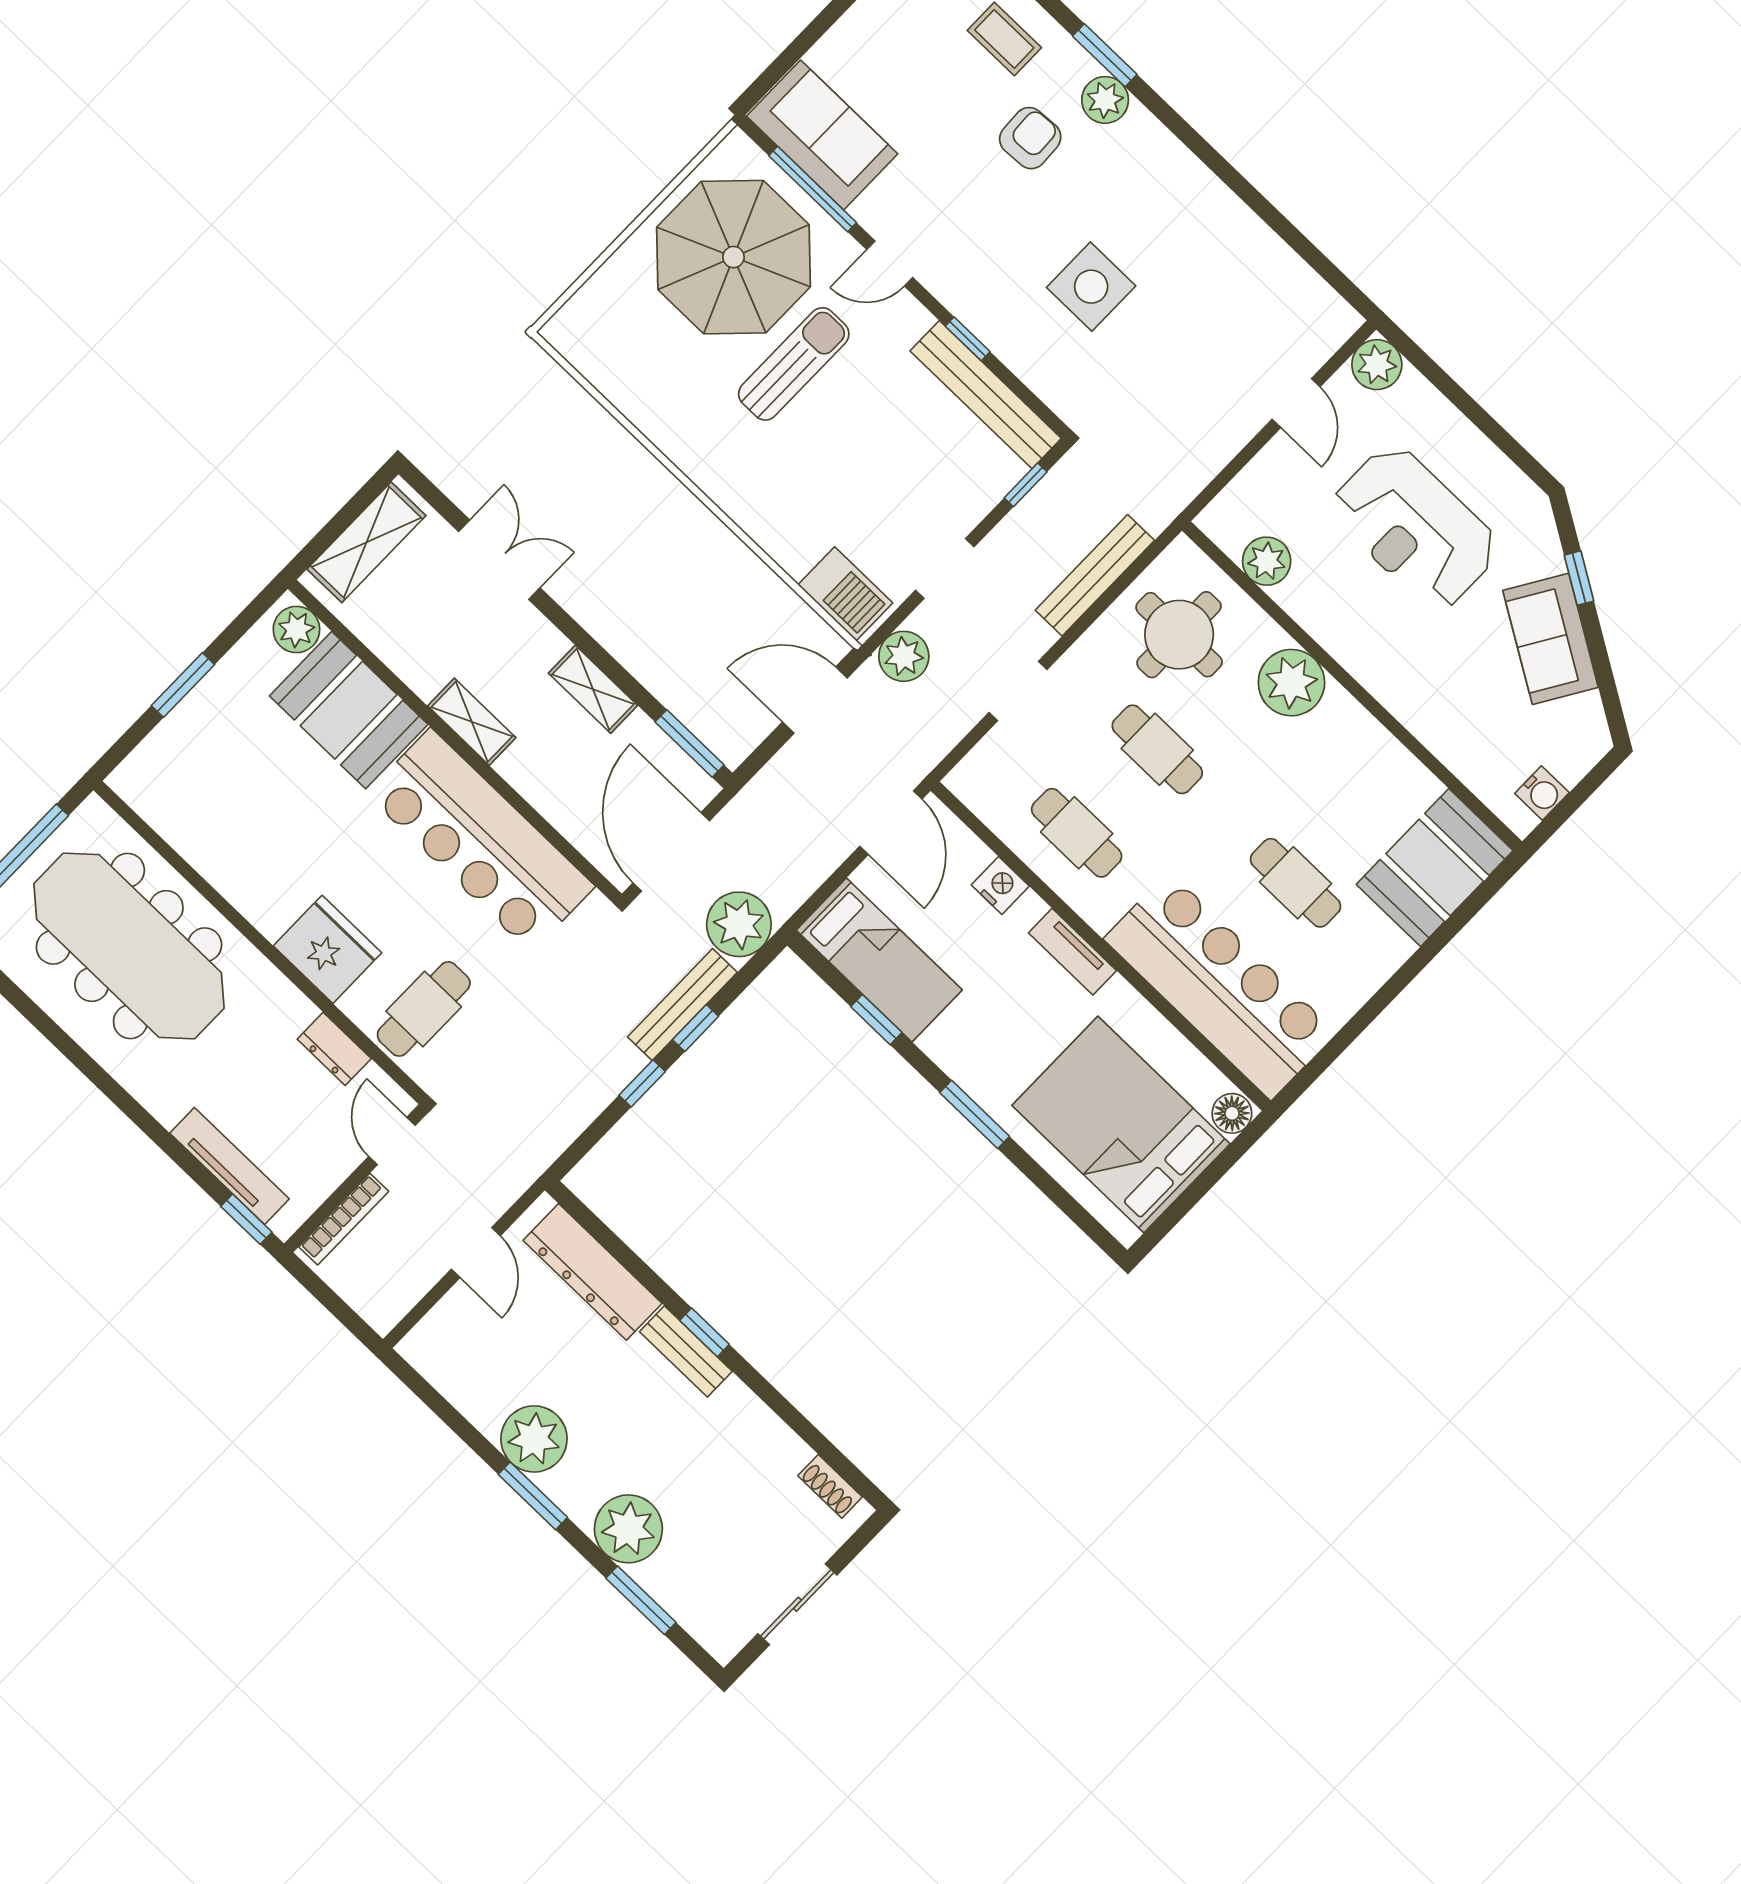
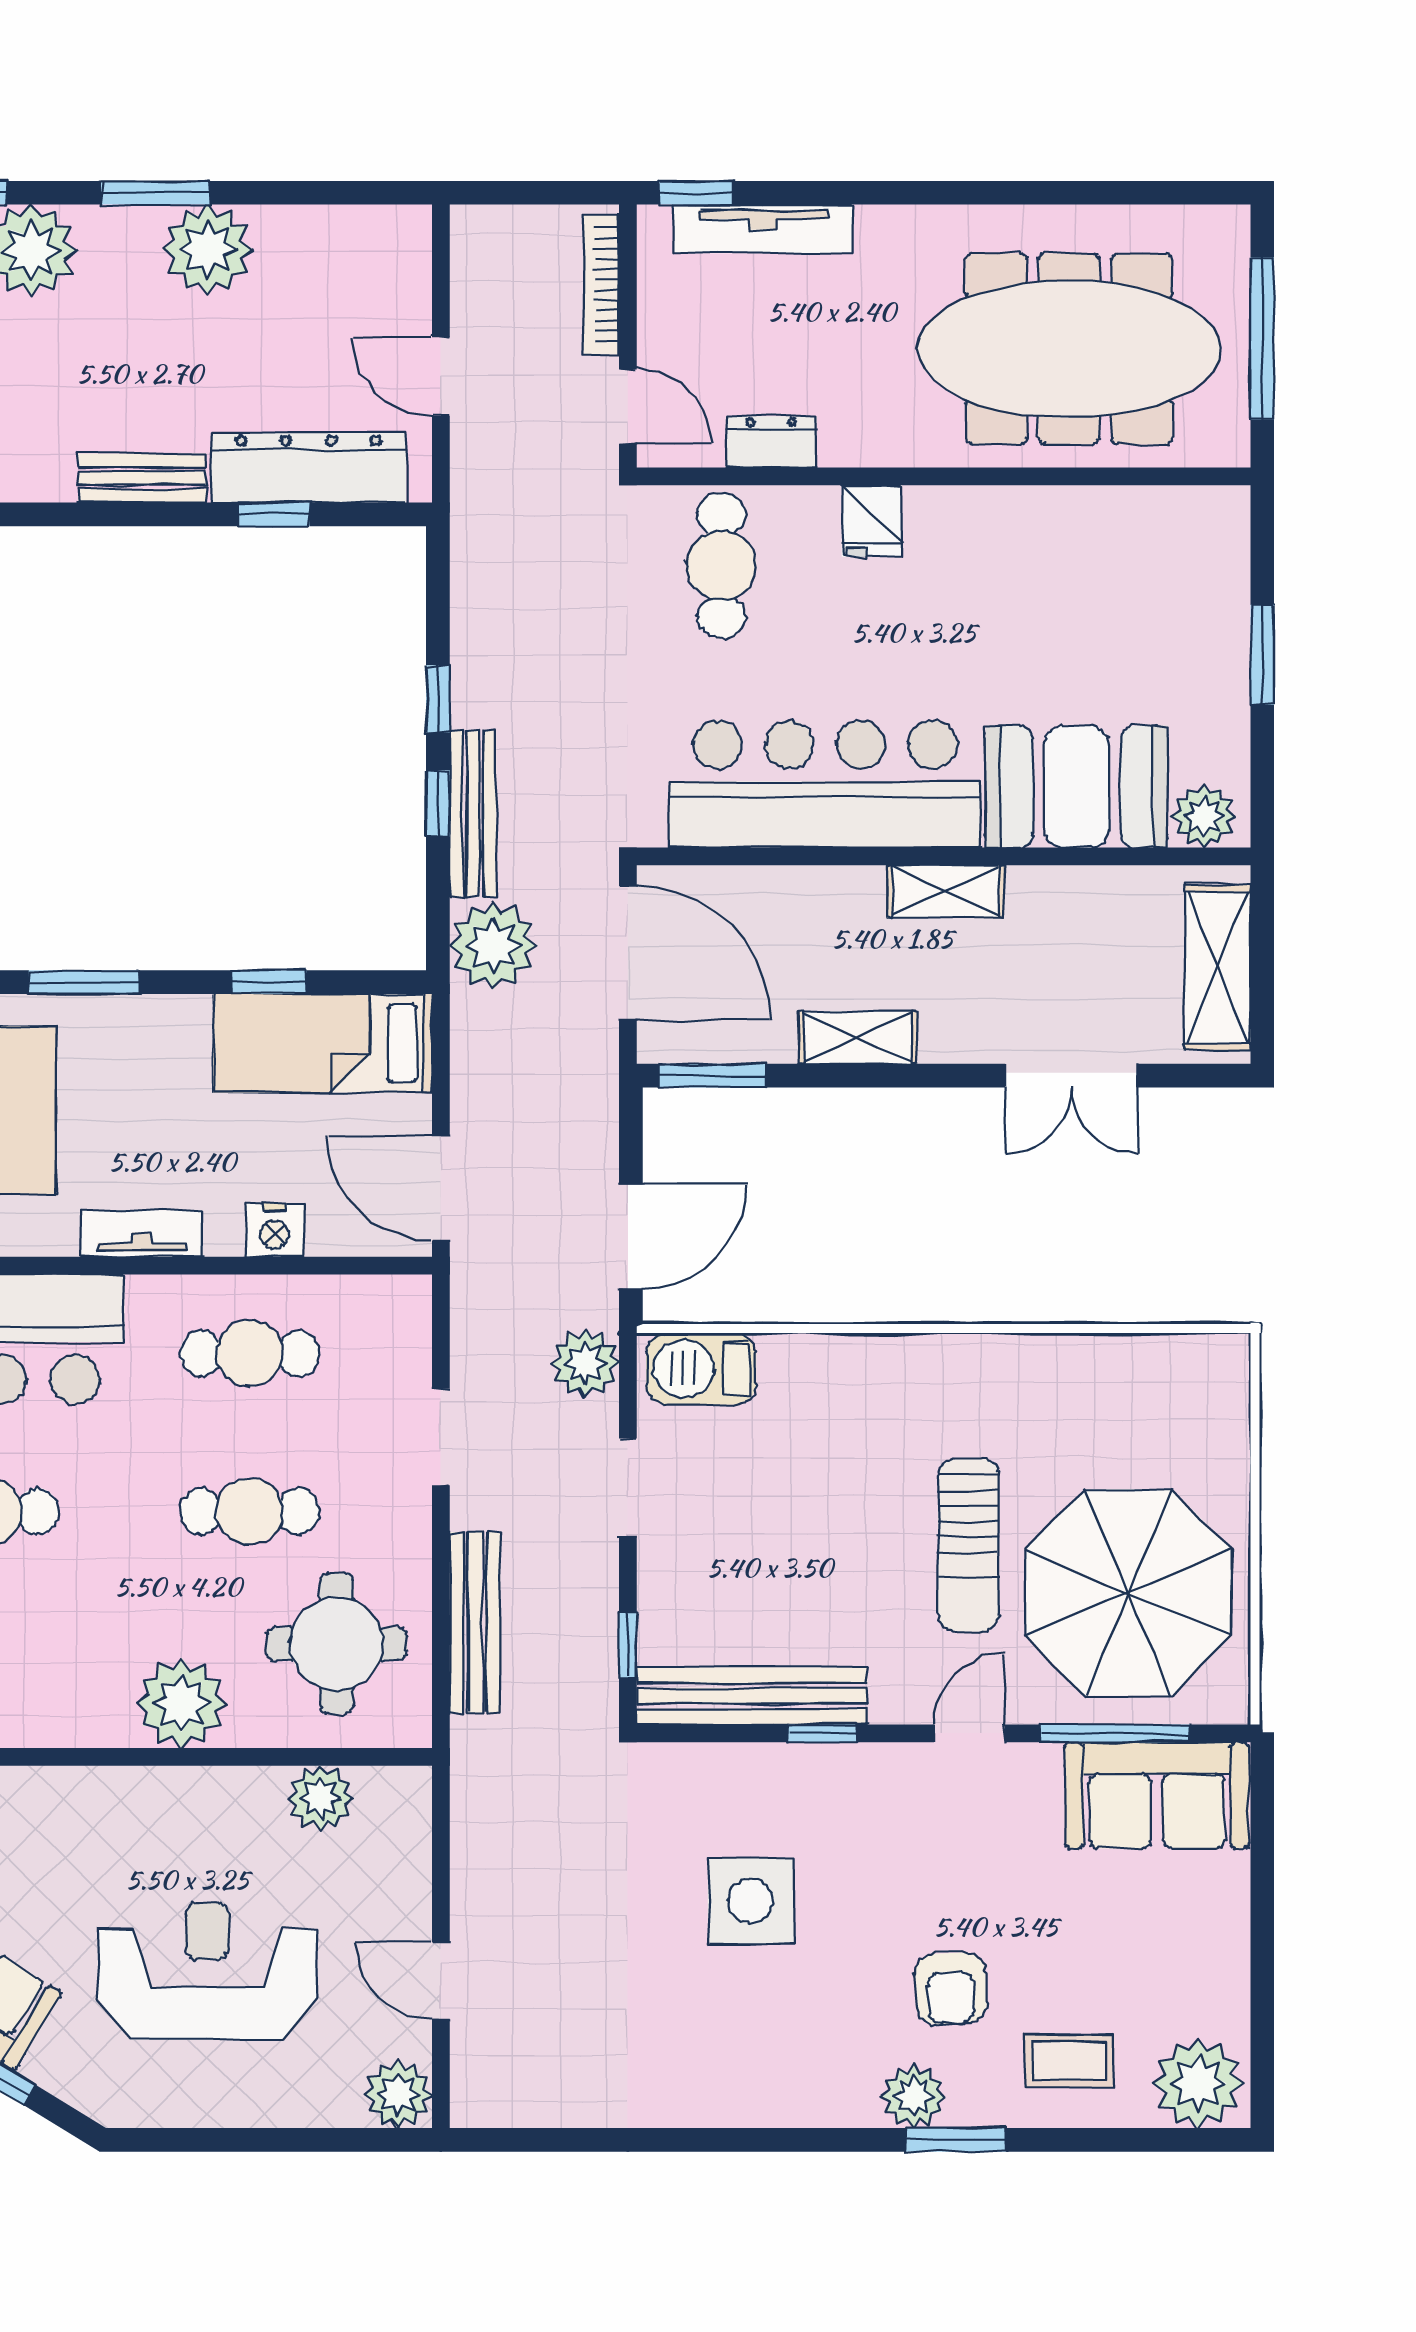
fridge: (327, 949) -> (872, 521), width x0.53, depth x0.75
window: (704, 1332) -> (274, 514), moved

